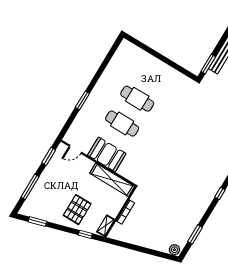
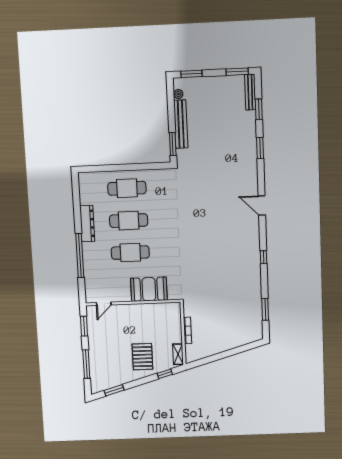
cafe table: (152, 74) -> (127, 188), added
dresser: (105, 80) -> (87, 224), added
window: (82, 100) -> (80, 256), width x2.11
booth: (107, 154) -> (149, 289), moved
shelving: (112, 180) -> (156, 310), removed
plant: (174, 250) -> (255, 335), removed

